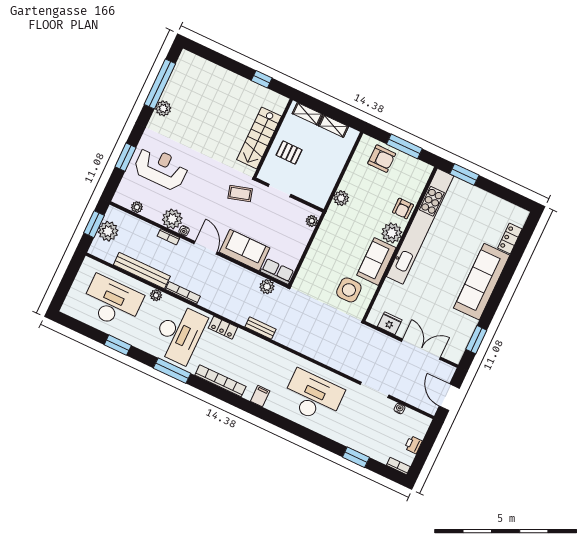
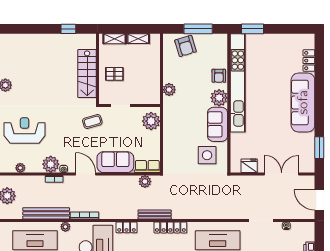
armchair: (382, 159) -> (185, 46), turned 73
plant: (312, 221) -> (151, 121), width x1.87, depth x1.87
bench: (260, 328) -> (155, 214), width x1.36
locker: (271, 350) -> (170, 227), added

